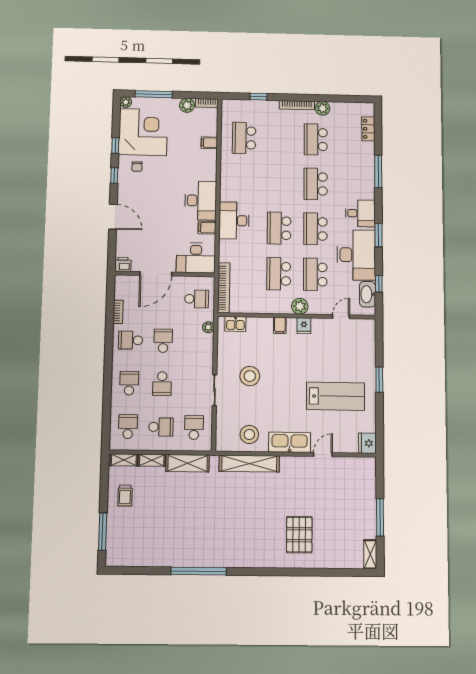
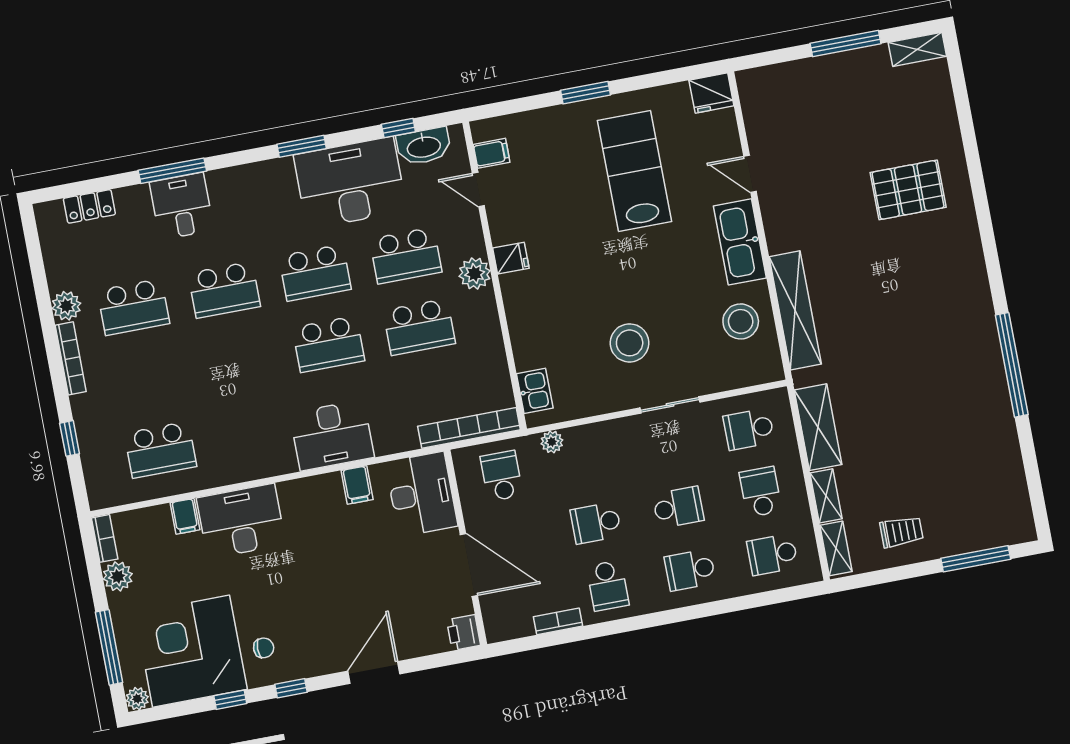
desk: (201, 201) -> (241, 521), moved
desk: (360, 213) -> (182, 206), moved
filing cabinet: (280, 325) -> (492, 153), moved

